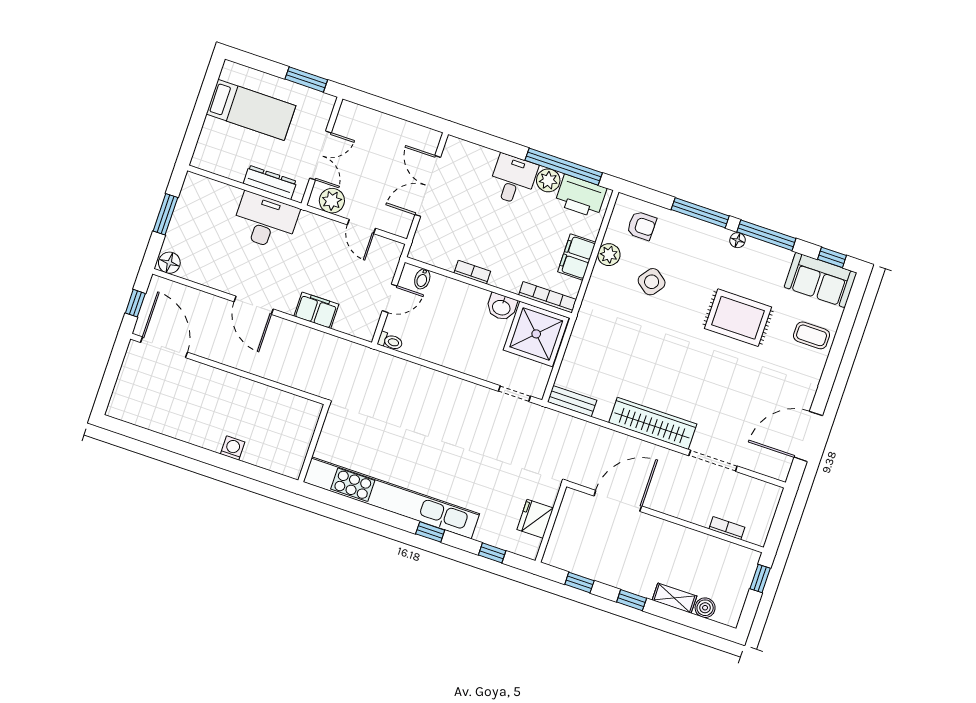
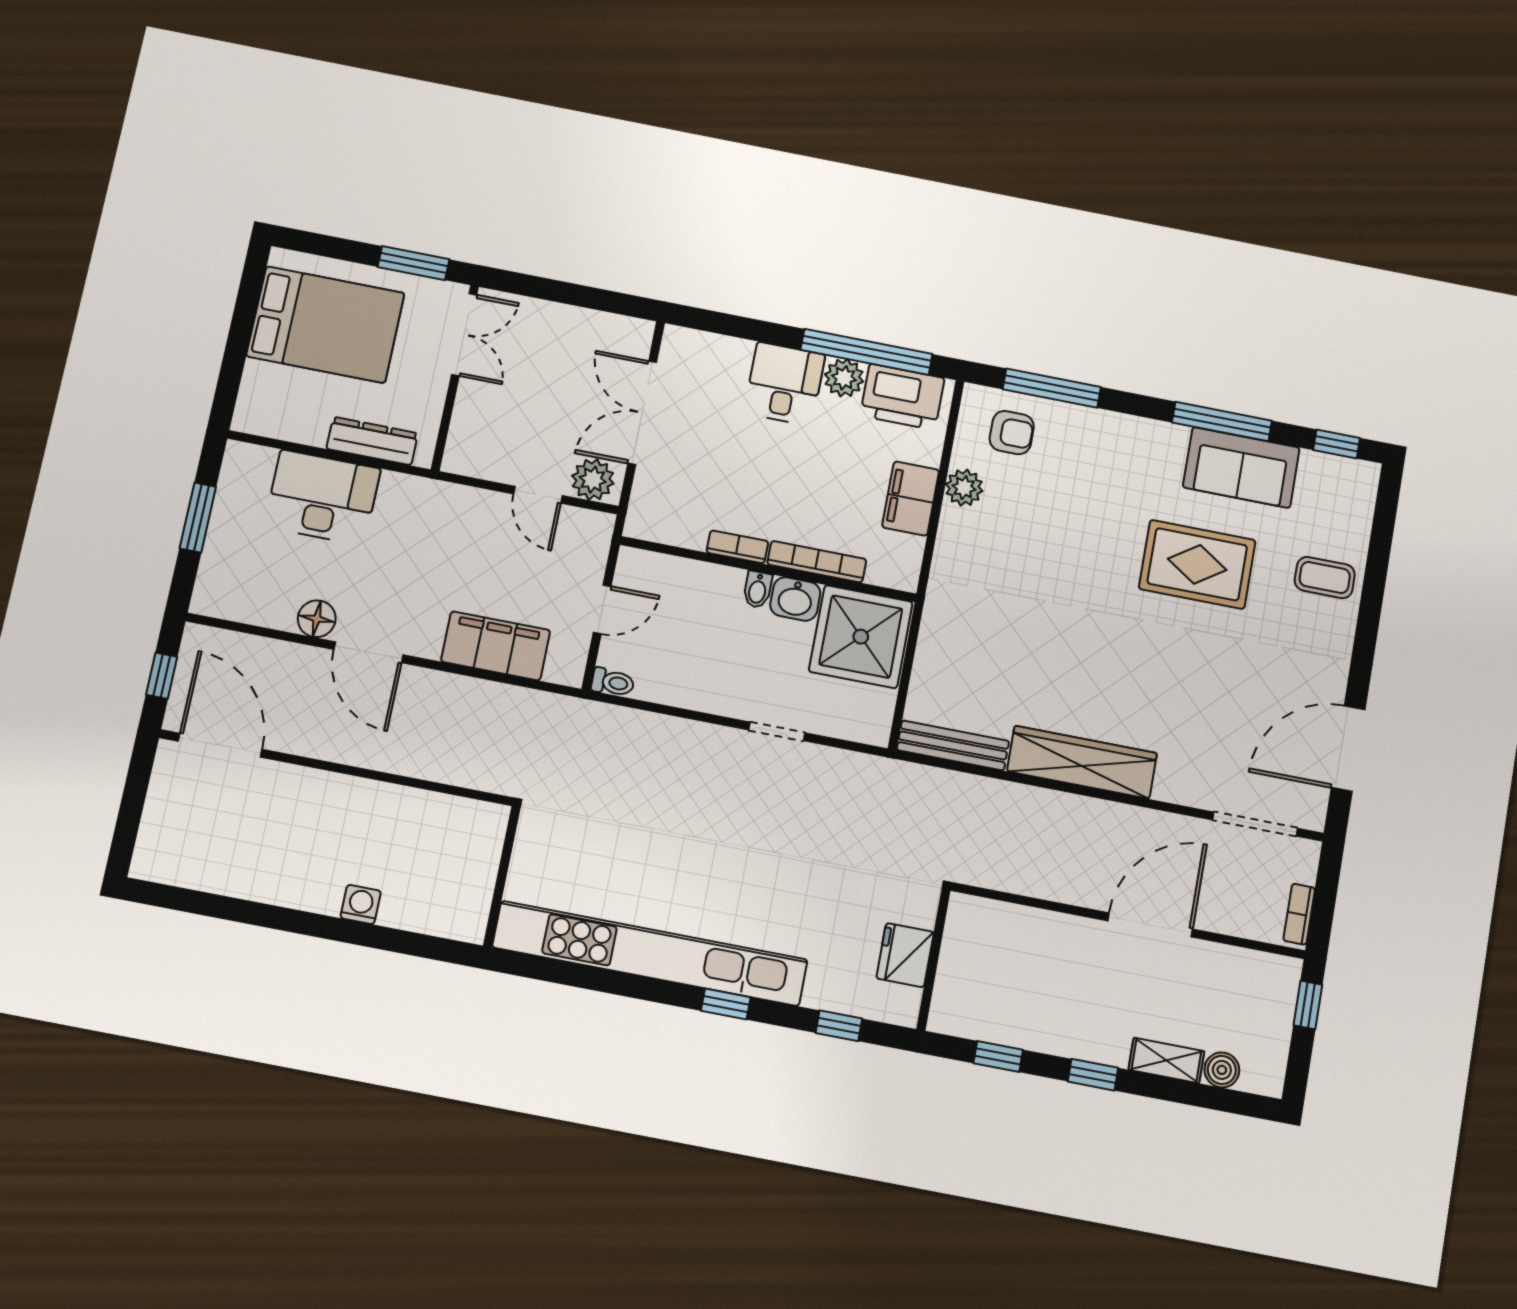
bed: (251, 110) -> (326, 325), width x1.50
double door: (321, 155) -> (464, 335), moved
plant: (332, 201) -> (593, 480), moved
window: (700, 213) -> (1052, 388), moved
desk: (265, 221) -> (322, 497), moved
floor lamp: (738, 240) -> (1175, 436), removed
floor lamp: (169, 263) -> (317, 619), moved
bidet: (422, 279) -> (758, 590), moved
sofa: (820, 280) -> (1241, 467), moved
side table: (652, 282) -> (1043, 523), removed
bookcase: (548, 297) -> (817, 562), moved
filing cabinet: (316, 310) -> (496, 646), width x1.50, depth x1.17
doorway: (514, 394) -> (777, 731), moved
bench: (572, 401) -> (953, 745), width x1.36
doorway: (713, 461) -> (1255, 824), moved
door: (618, 501) -> (1150, 925), moved
bookcase: (727, 528) -> (1299, 914), moved, turned -90

